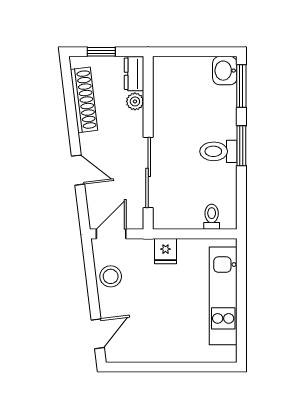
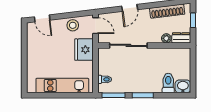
window: (241, 86) -> (114, 95), moved
toilet: (218, 151) -> (168, 83), moved
fridge: (166, 251) -> (84, 50), width x1.88, depth x1.34

